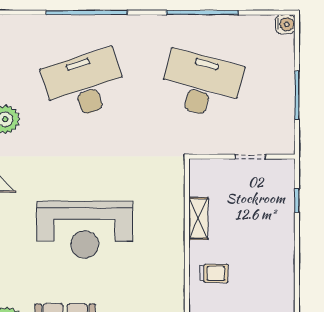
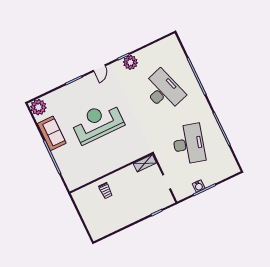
water cooler: (285, 24) -> (199, 186), moved
shelving: (198, 218) -> (145, 163), moved
reception desk: (85, 230) -> (97, 122), turned 90

